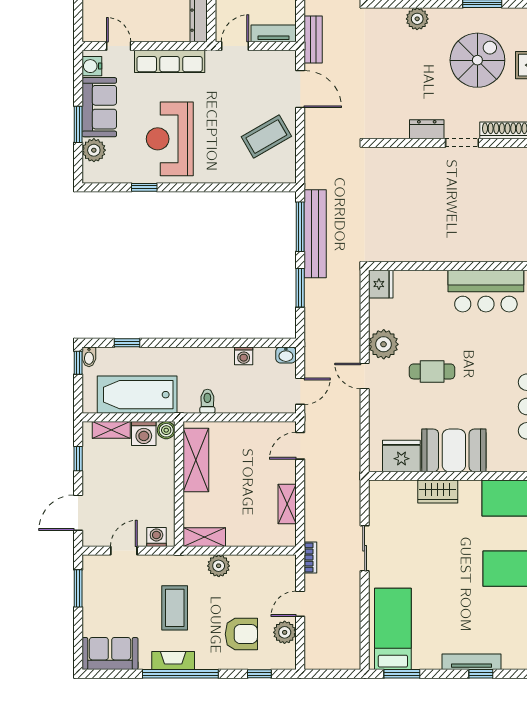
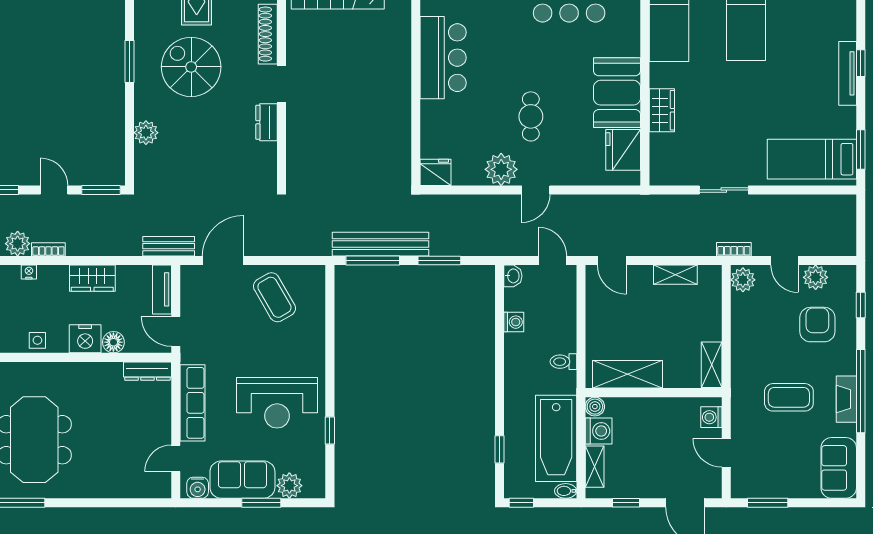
bidet: (89, 357) -> (566, 491), moved, turned 180
plant: (219, 566) -> (743, 280), moved

